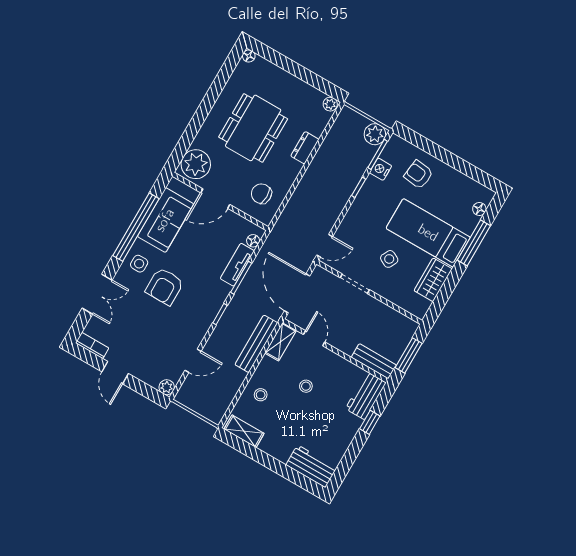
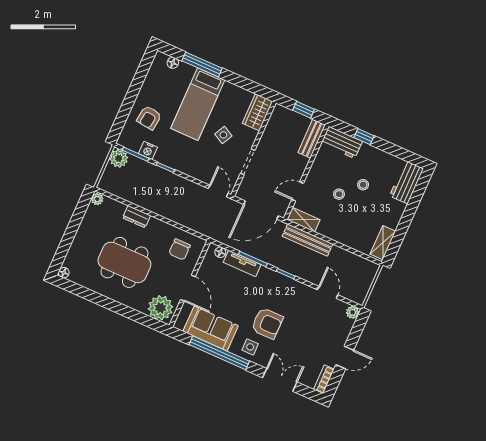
wardrobe: (433, 280) -> (258, 112), moved, turned 90
window: (409, 355) -> (304, 110), width x0.67
stool: (261, 395) -> (363, 185), moved

